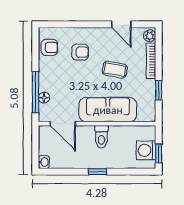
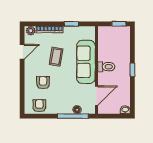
washing machine: (146, 150) -> (117, 33), removed

